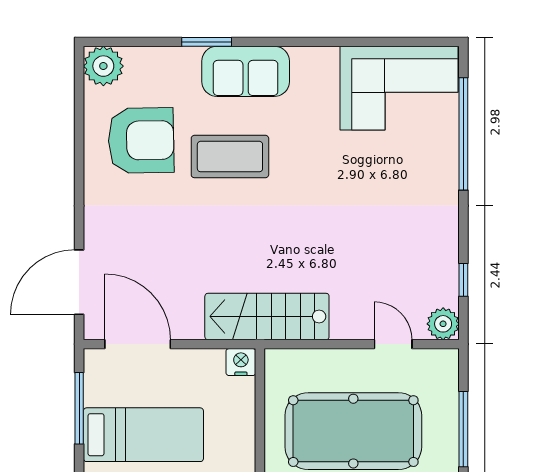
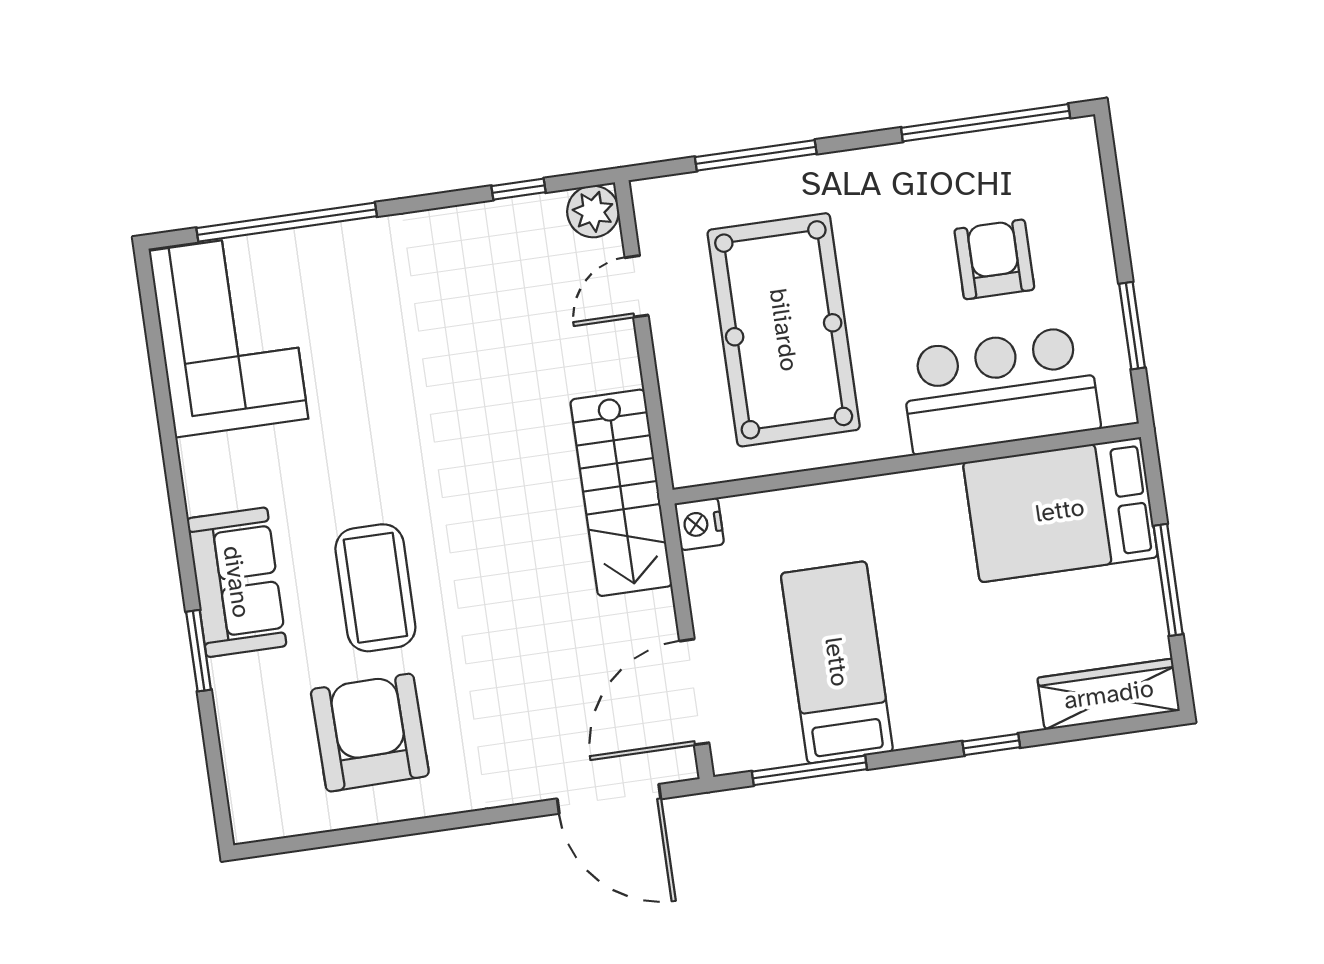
plant: (103, 66) -> (260, 809), removed

